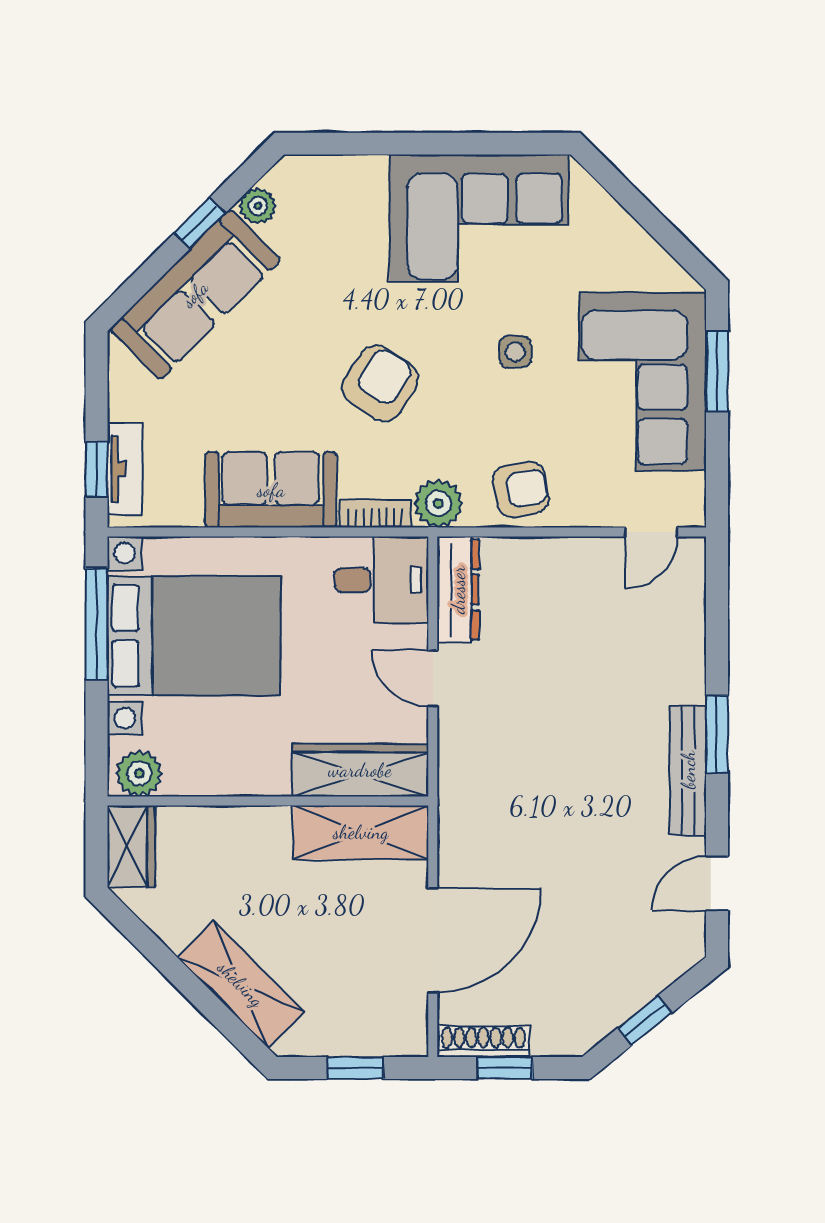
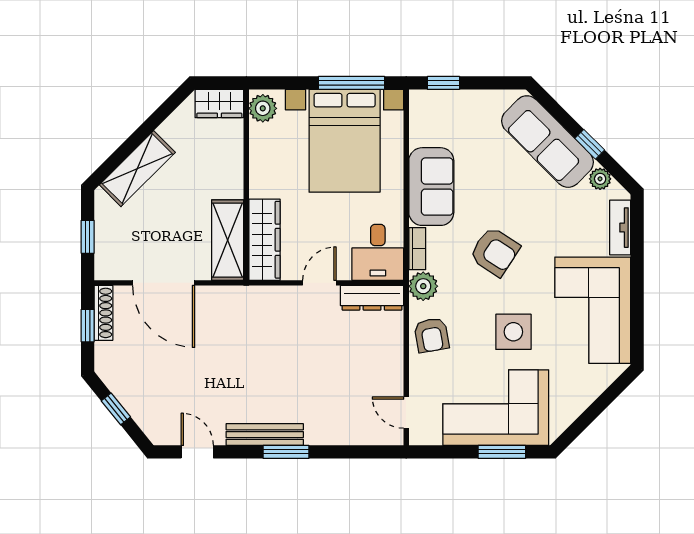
side table: (515, 352) -> (513, 332), width x1.87, depth x1.87
tv unit: (125, 469) -> (620, 228), moved, turned 90

